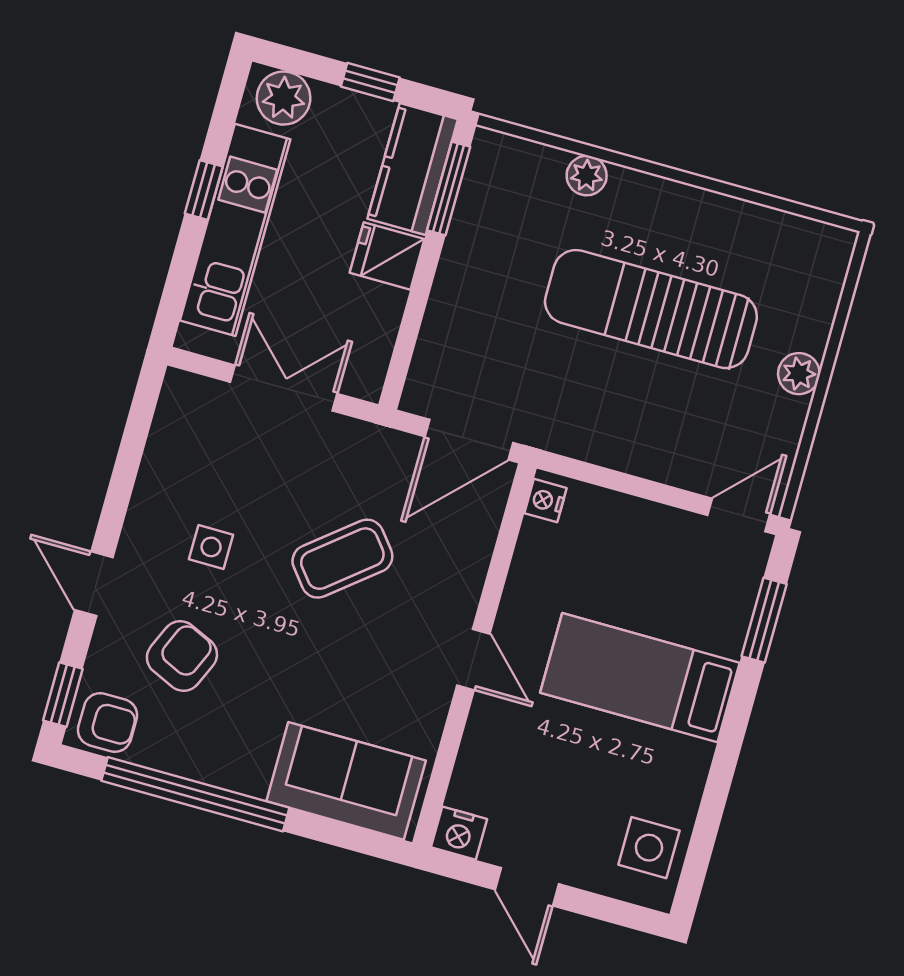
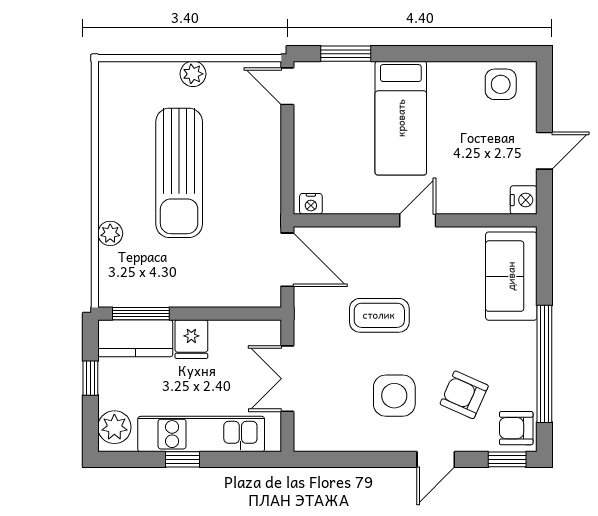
side table: (211, 547) -> (394, 396), width x1.87, depth x1.87
coffee table: (342, 559) -> (379, 315), turned -51
armchair: (108, 722) -> (516, 428), turned -90

